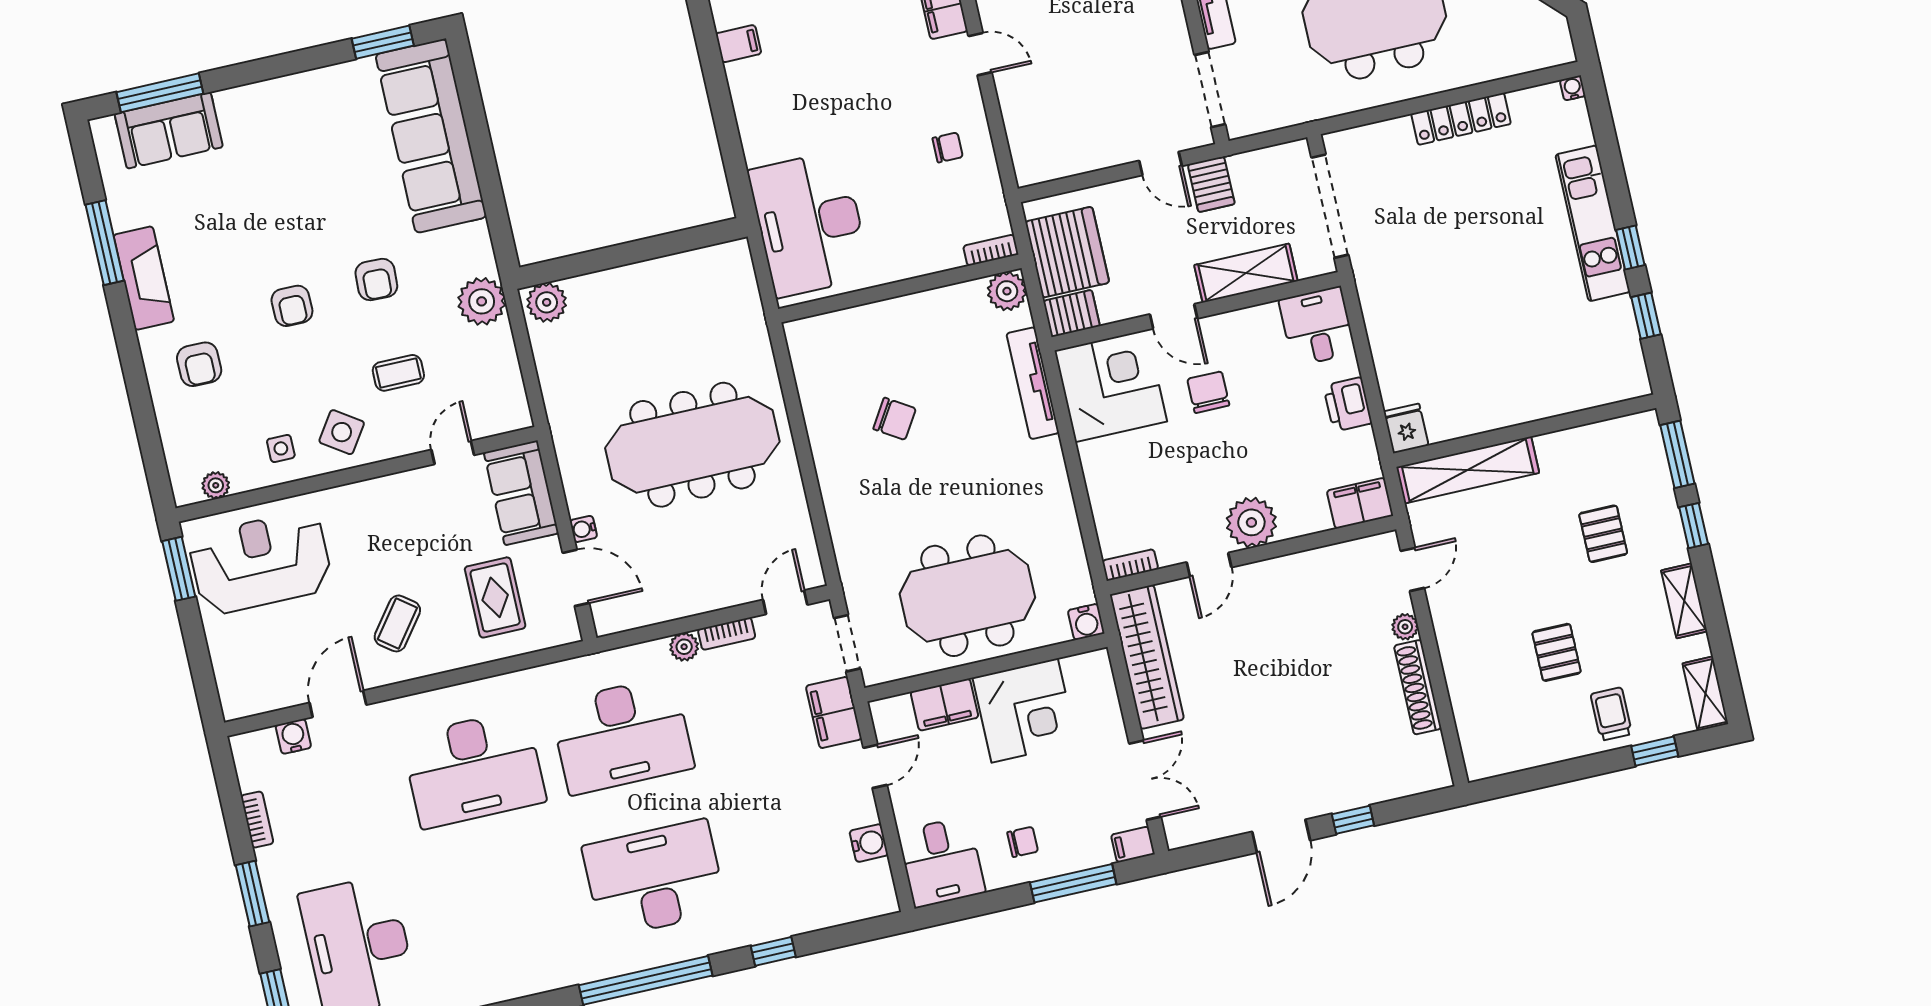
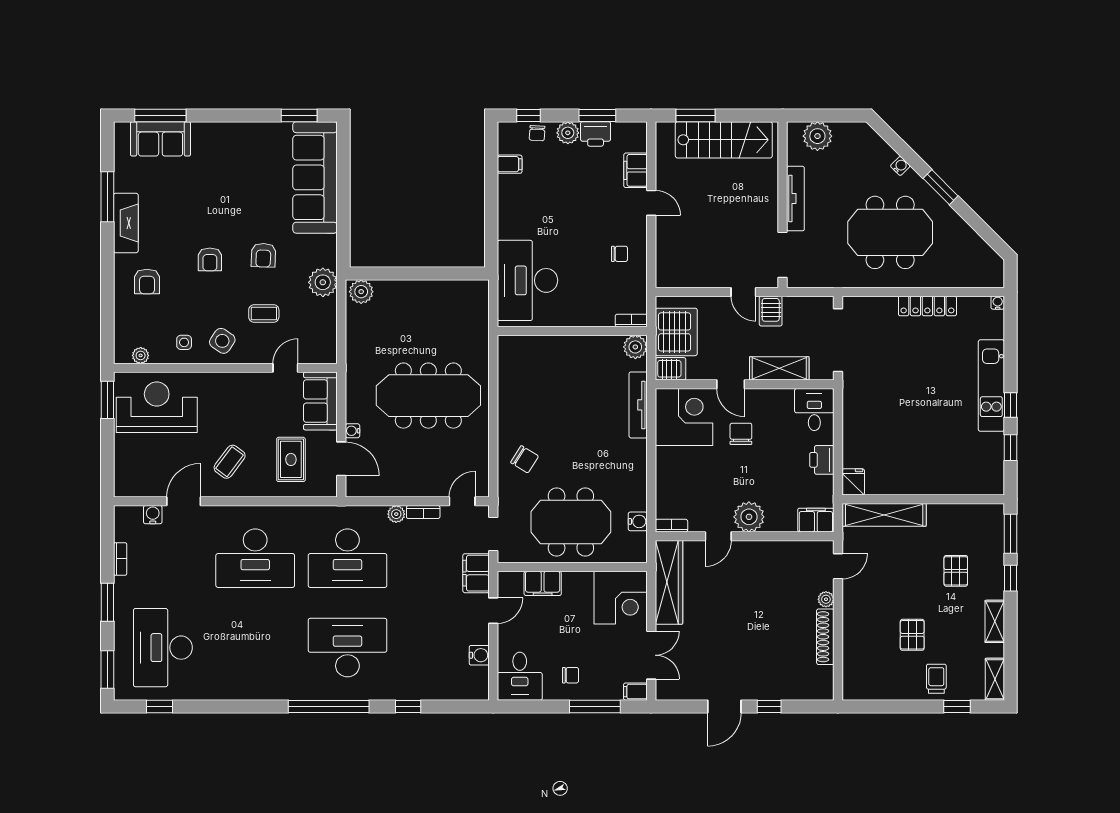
chair: (895, 419) -> (525, 459), moved
water cooler: (1086, 622) -> (638, 521), moved, turned -90
corner desk: (1025, 710) -> (621, 598), moved

